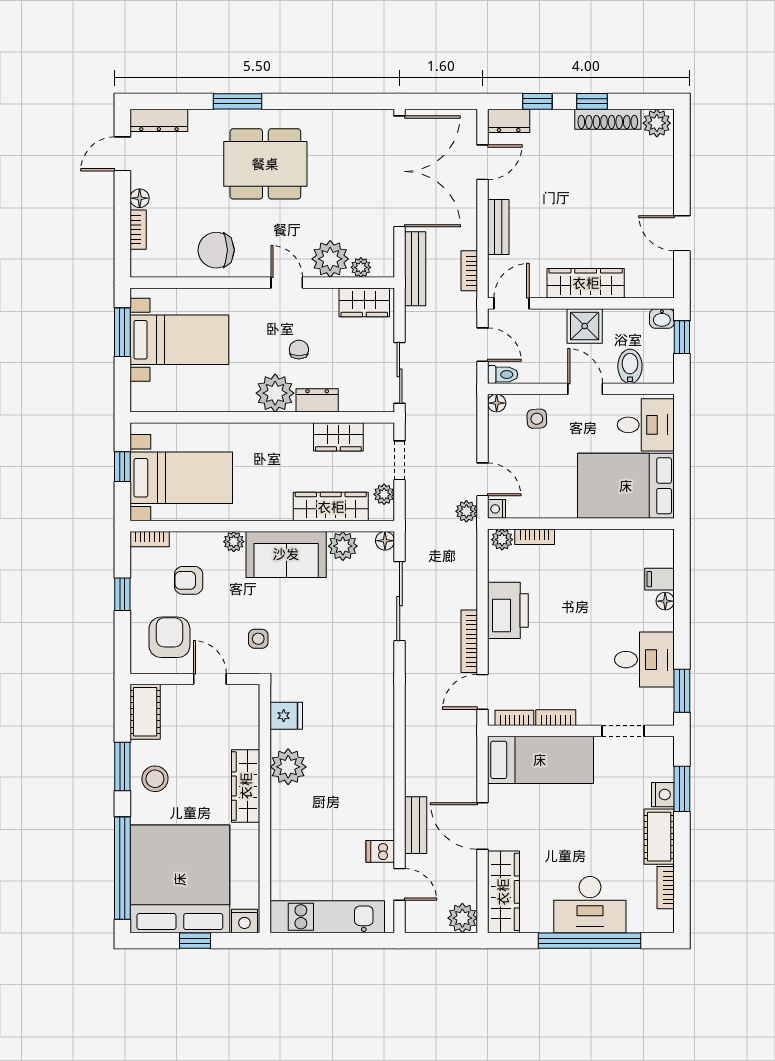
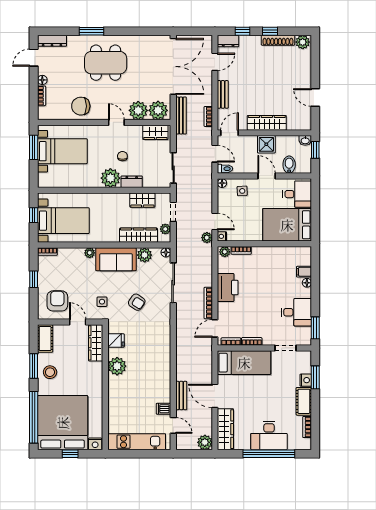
plant: (361, 267) -> (158, 110), width x1.88, depth x1.88
armchair: (189, 580) -> (137, 302), moved, turned -146
wardrobe: (246, 786) -> (96, 343), moved

